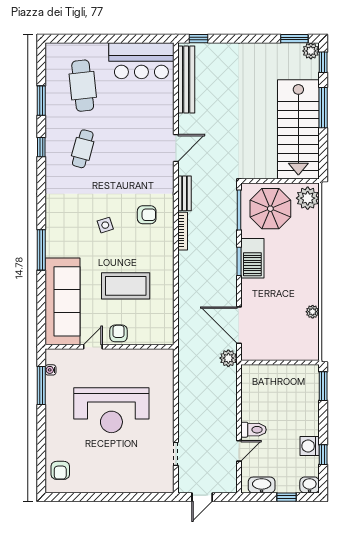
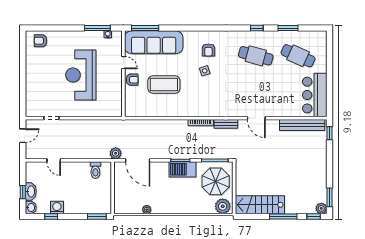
cafe table: (83, 86) -> (298, 56), turned 30
stairs: (298, 129) -> (260, 205), width x0.73, depth x0.66
cafe table: (83, 149) -> (256, 56), width x1.37, depth x1.35
armchair: (147, 215) -> (208, 50), moved
window: (41, 250) -> (145, 28), moved
coffee table: (126, 286) -> (164, 85), turned 90
door: (239, 325) -> (138, 160), swing flipped
toilet: (253, 430) -> (95, 170), moved
washbasin: (262, 485) -> (31, 191), moved
door: (202, 497) -> (23, 136), swing flipped

